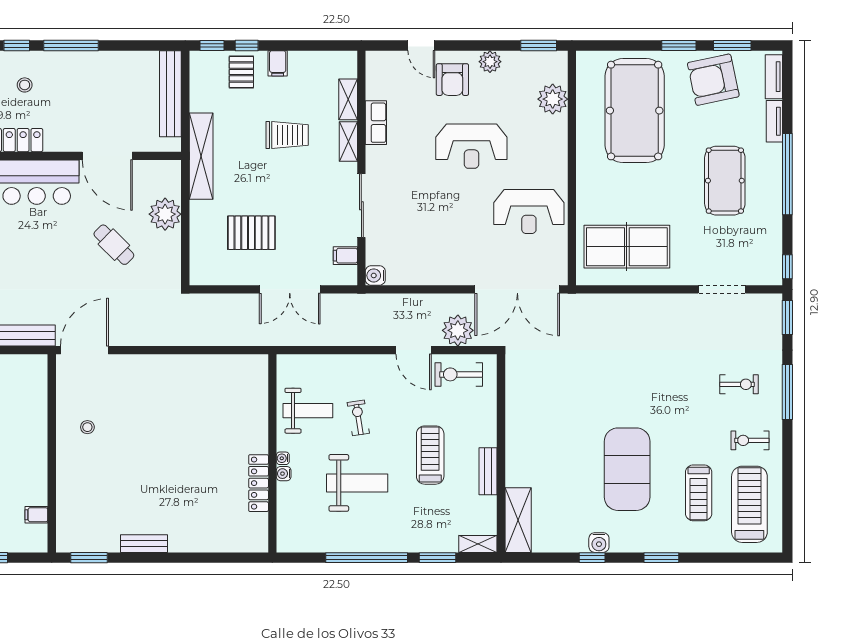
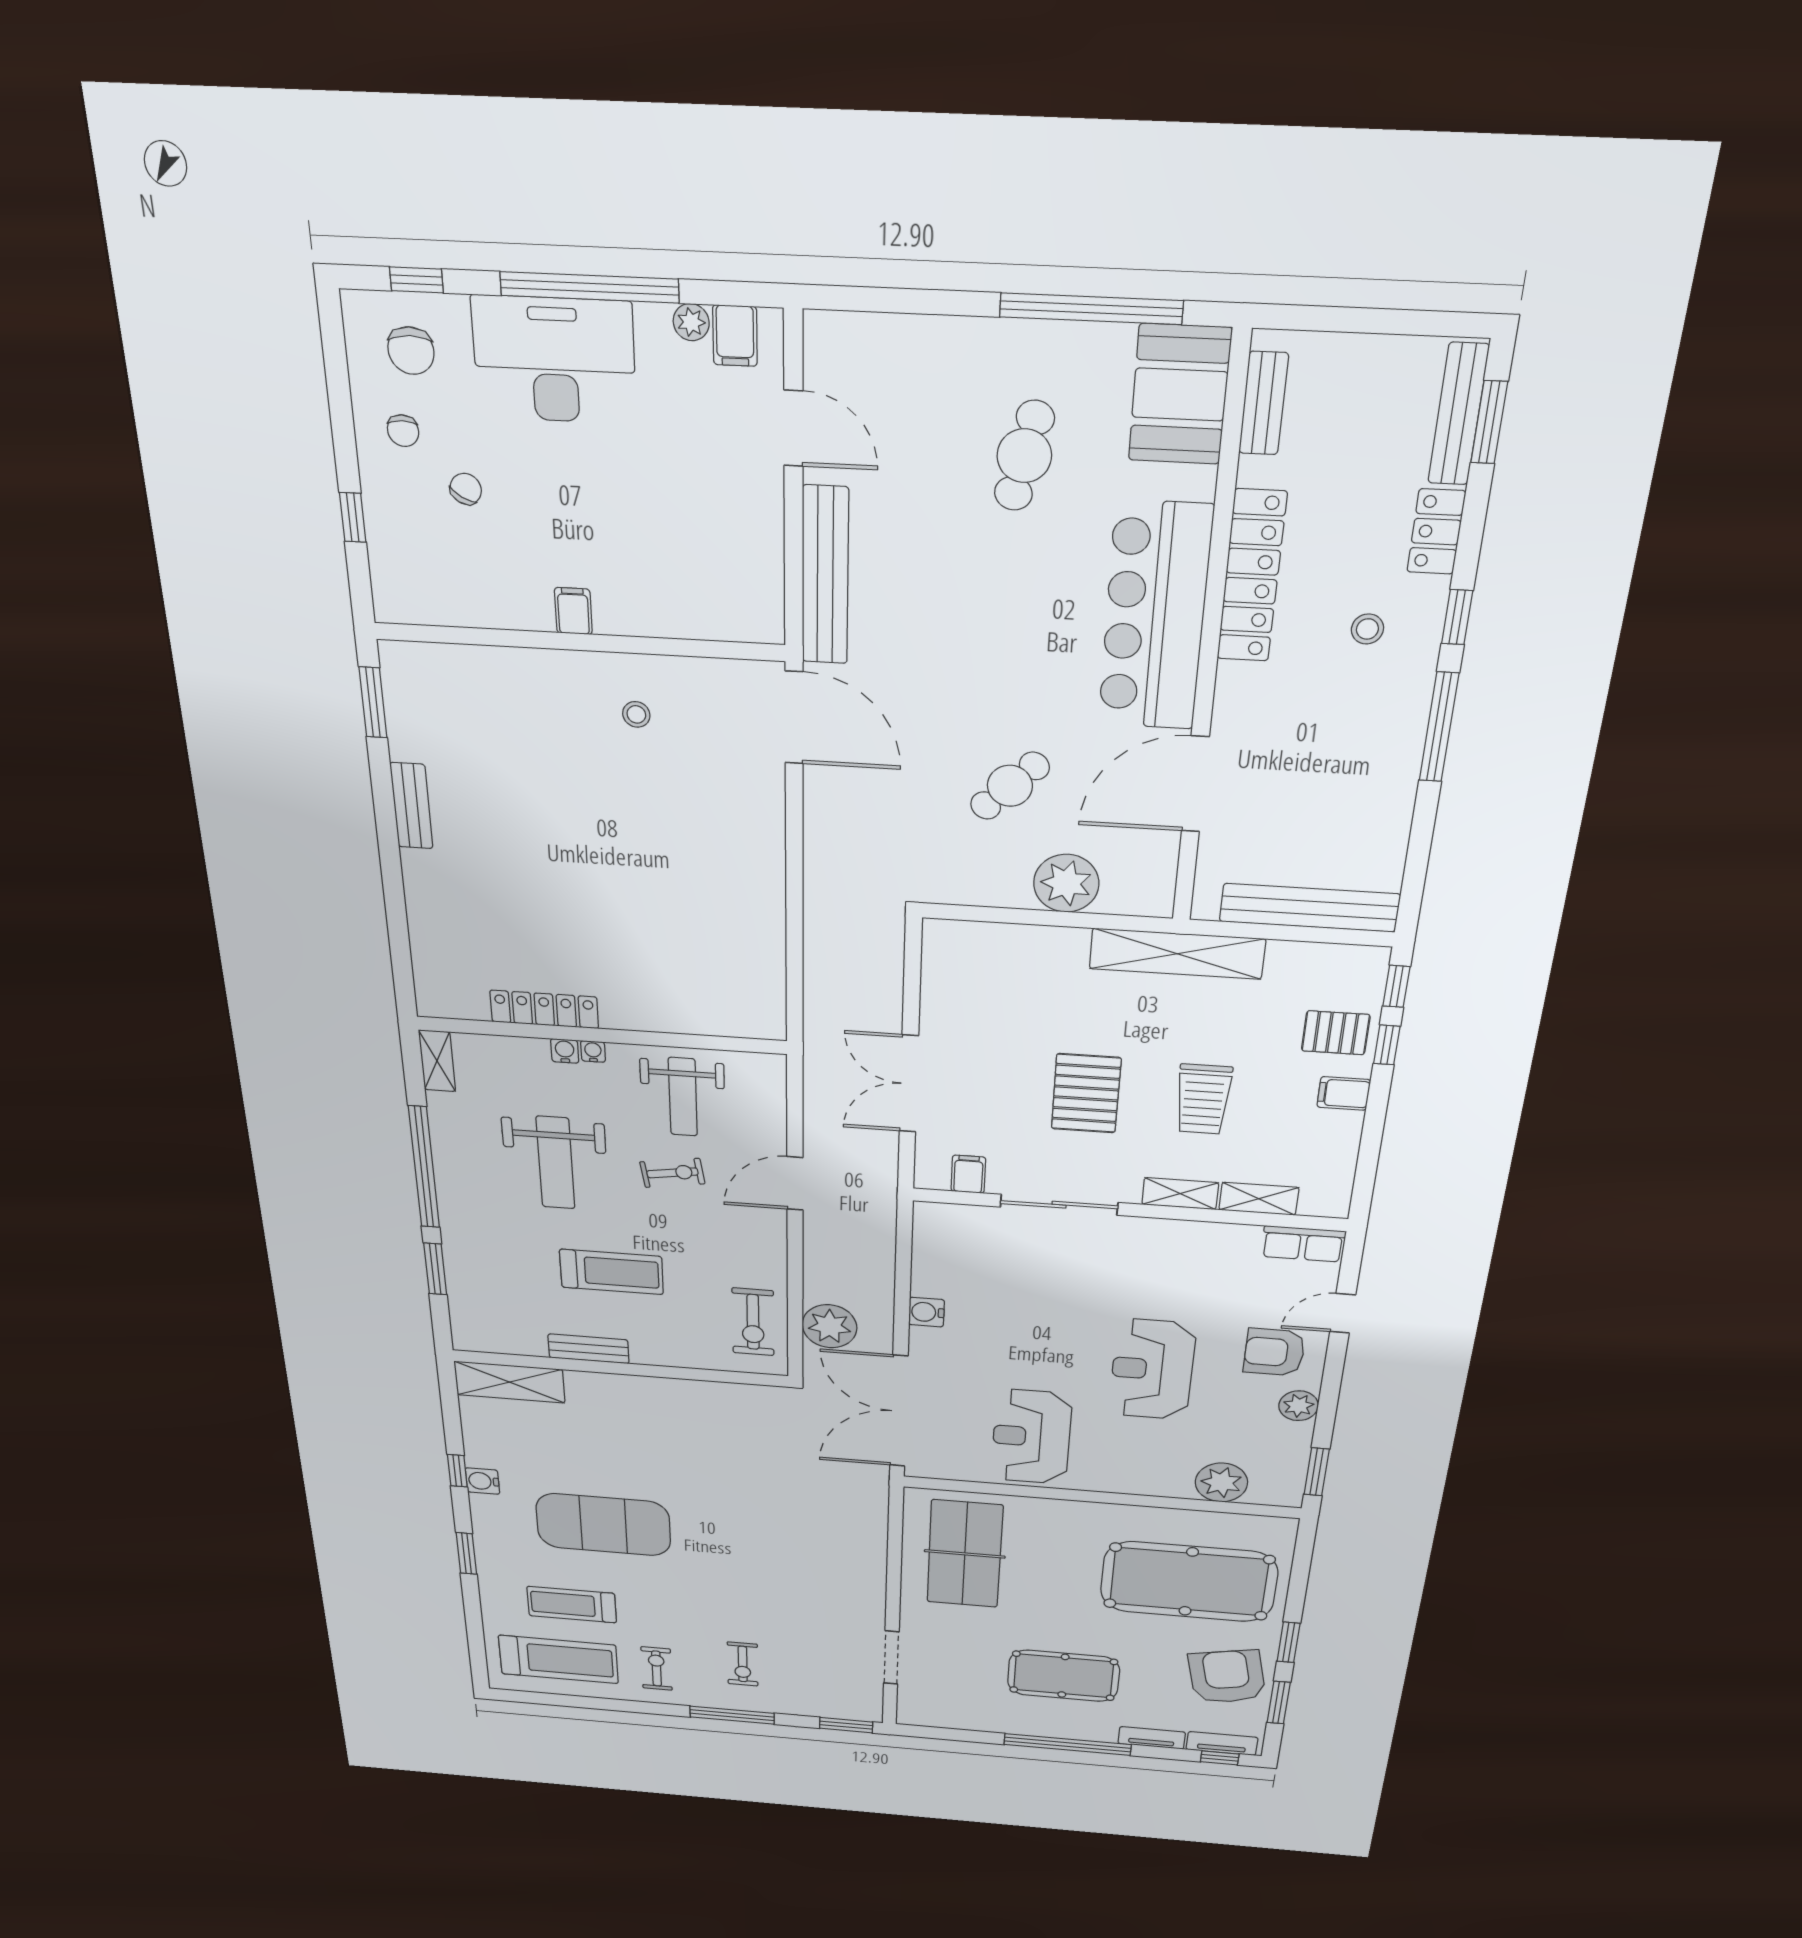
row of seats: (376, 123) -> (1303, 1244), moved
pallet: (251, 233) -> (1086, 1093), moved
window: (787, 267) -> (1220, 1758), moved
water cooler: (375, 275) -> (926, 1312), moved, turned -90
door: (414, 350) -> (795, 1183), moved
exercise bike: (459, 374) -> (753, 1322), turned 180
filing cabinet: (36, 515) -> (573, 611), moved
shelving: (478, 544) -> (437, 1061), moved

